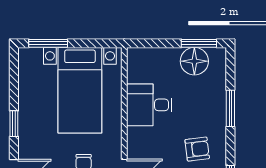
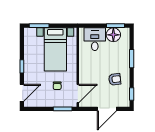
desk: (149, 105) -> (95, 39), moved, turned 90

